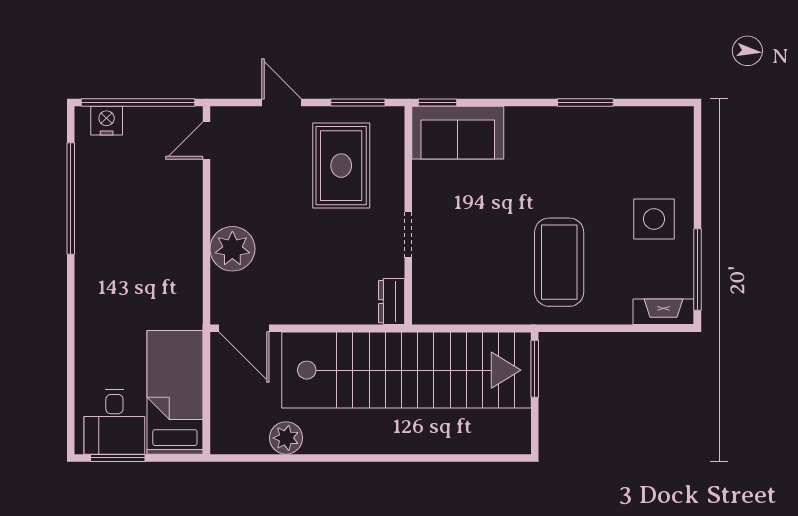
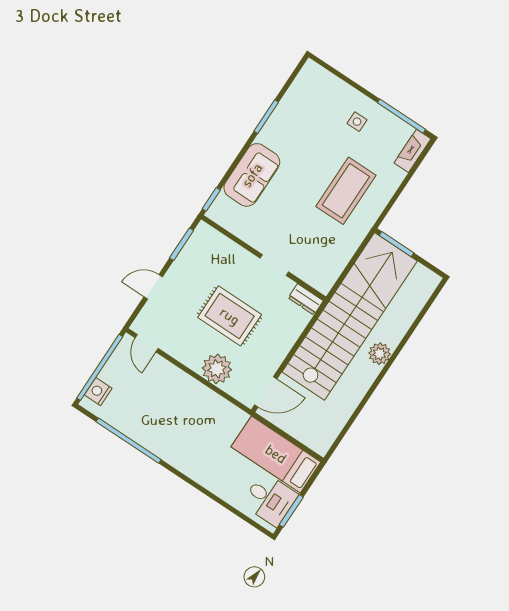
sofa: (458, 133) -> (252, 175), moved
rug: (341, 166) -> (230, 316), moved
side table: (654, 219) -> (357, 122), width x0.54, depth x0.54
coffee table: (559, 262) -> (346, 191), turned 90
plant: (286, 438) -> (380, 354), moved

